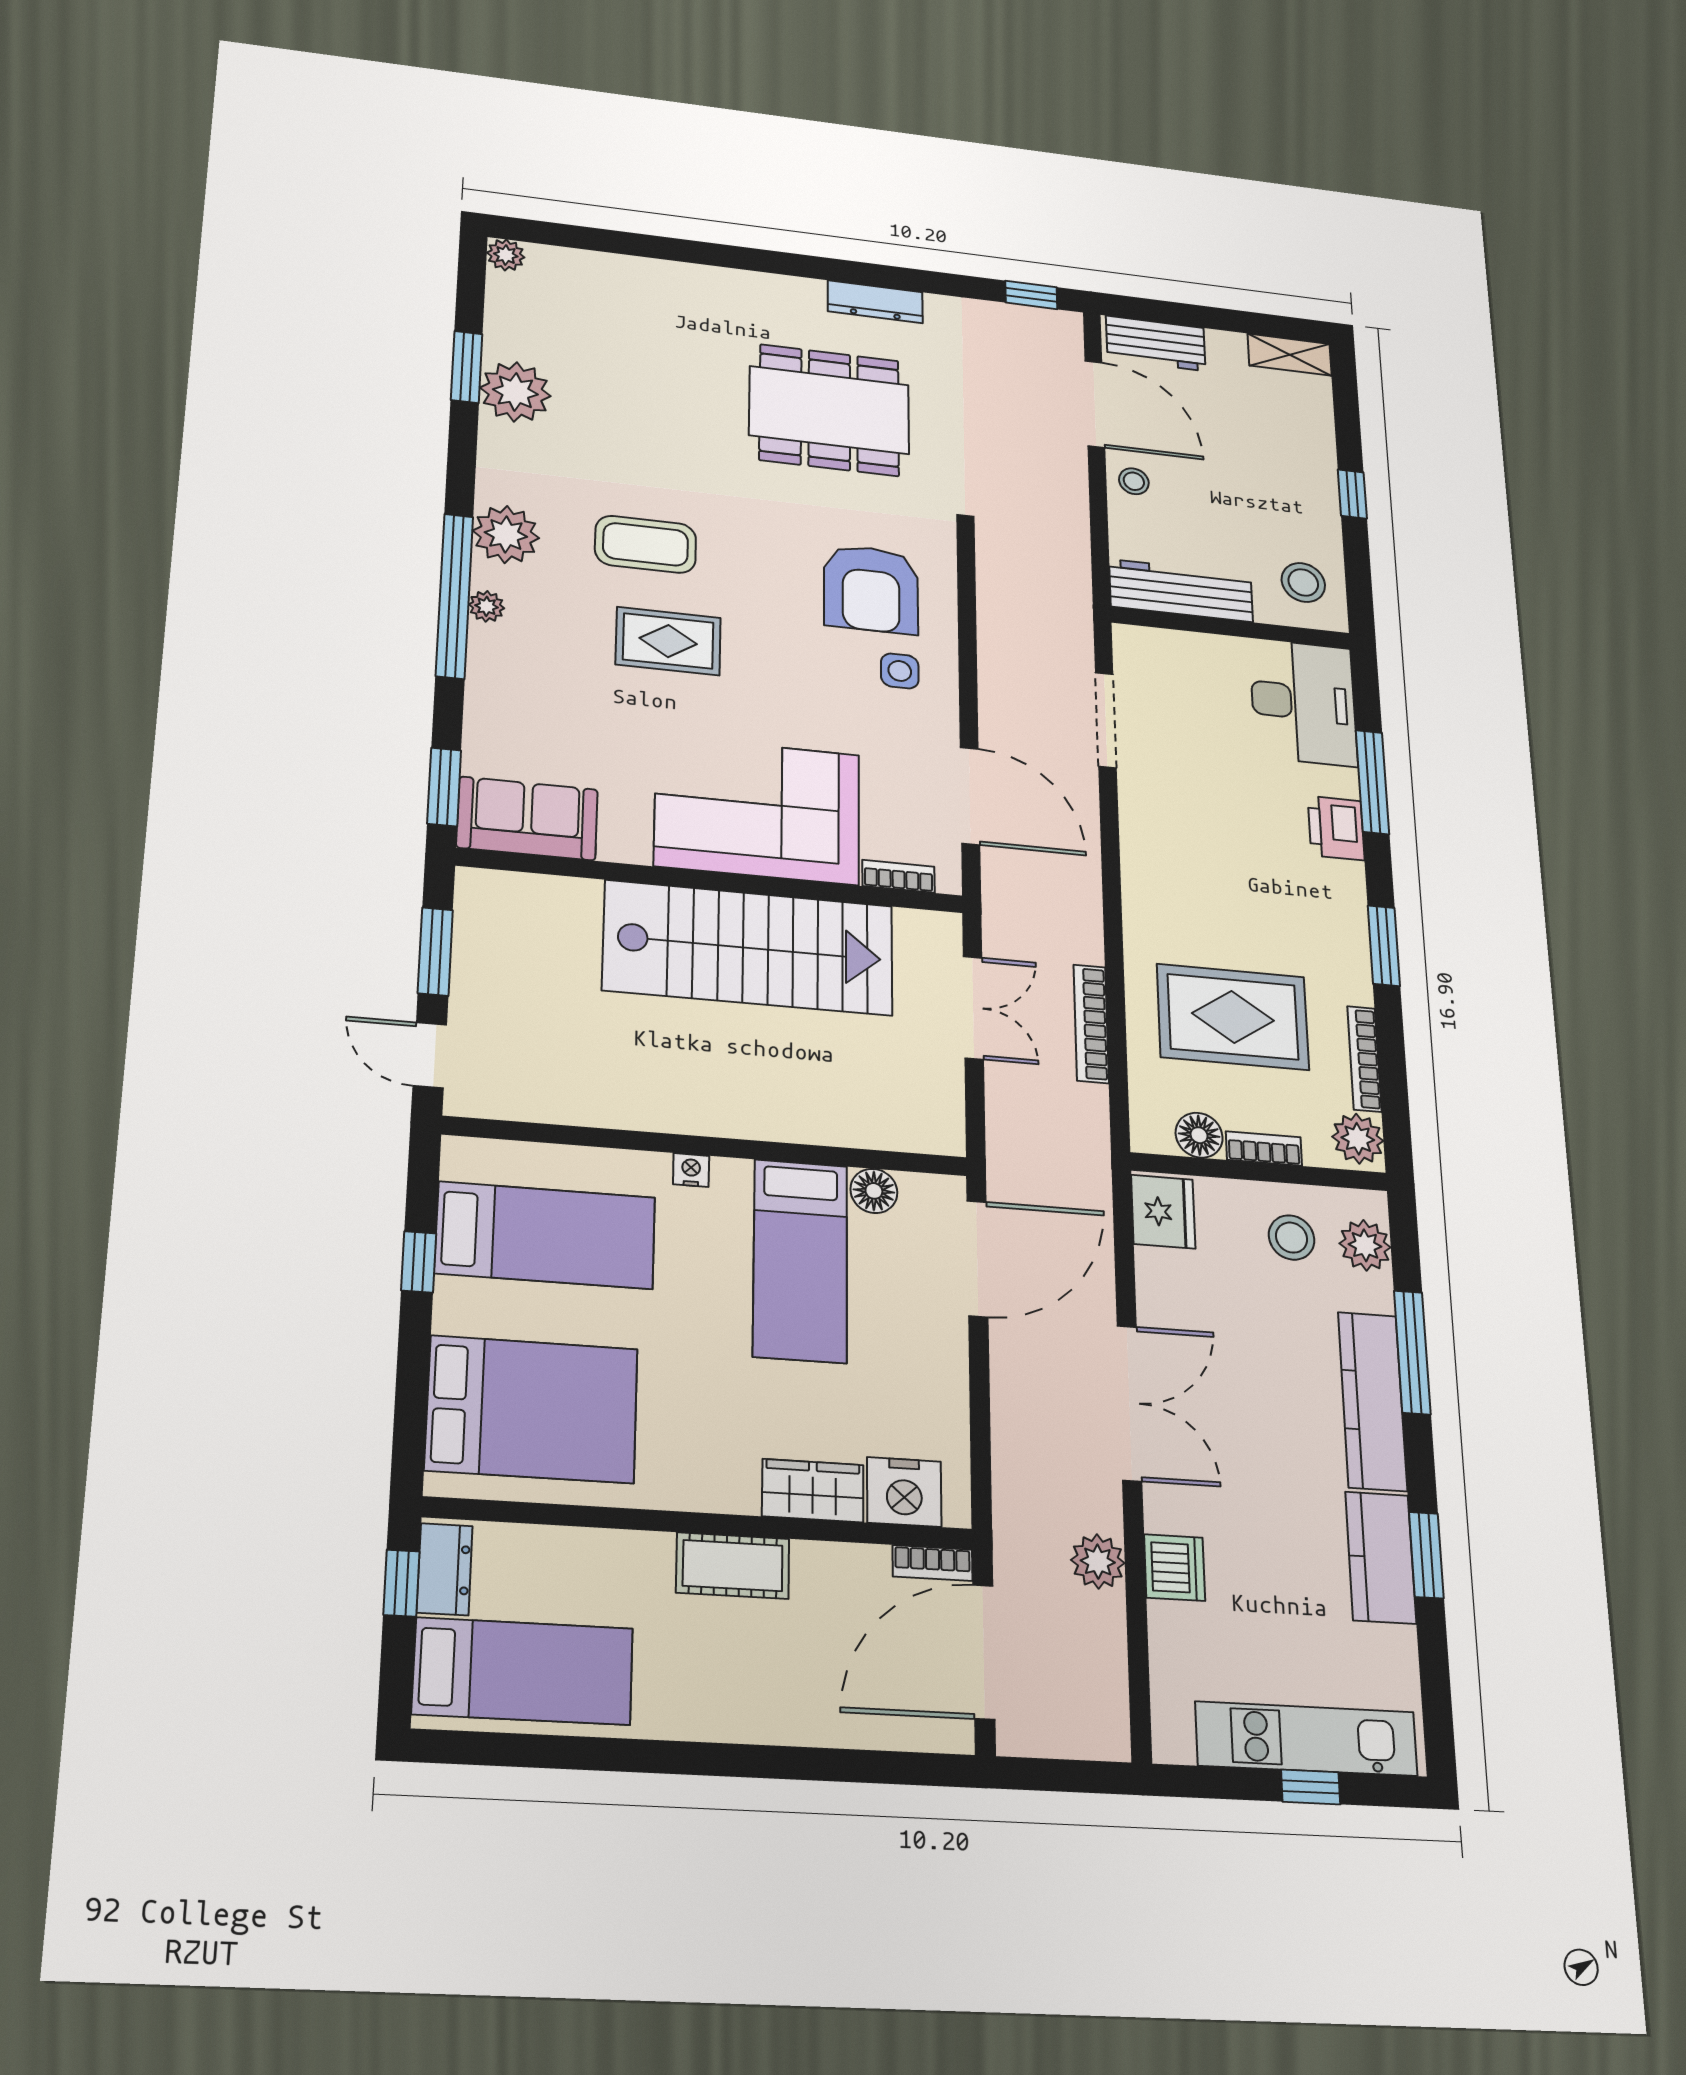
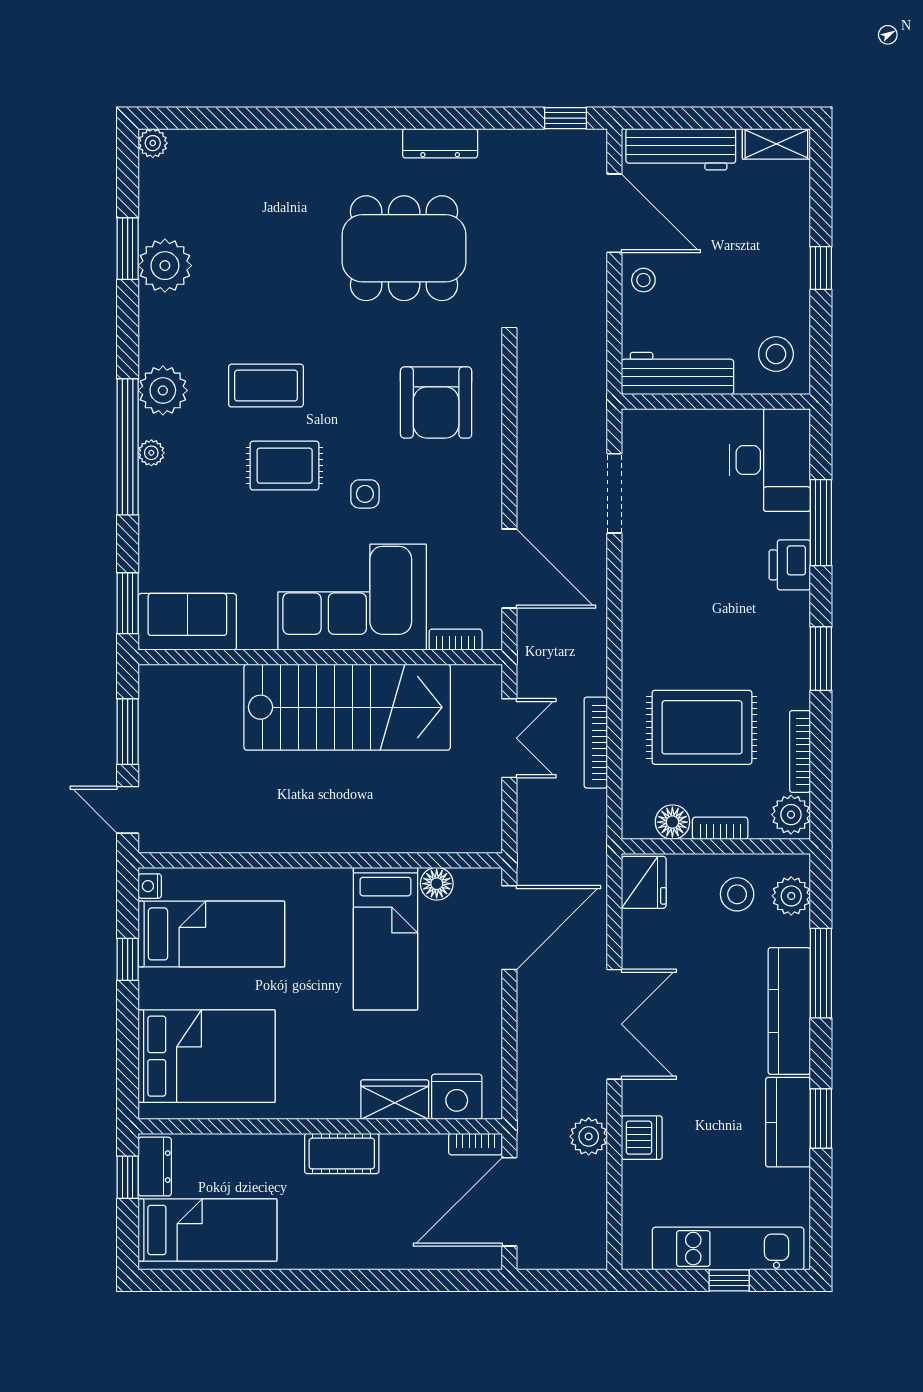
workbench: (1156, 343) -> (681, 149), width x1.38
side table: (900, 671) -> (365, 494), moved
nightstand: (691, 1170) -> (150, 886), moved, turned -90

